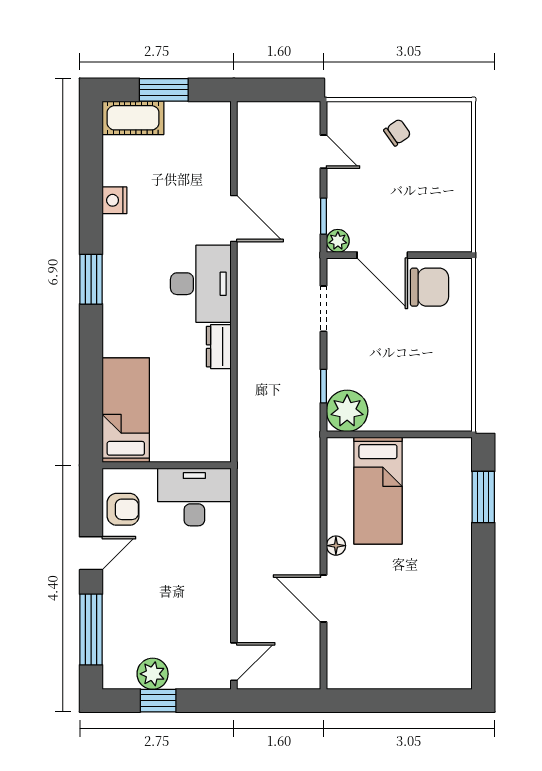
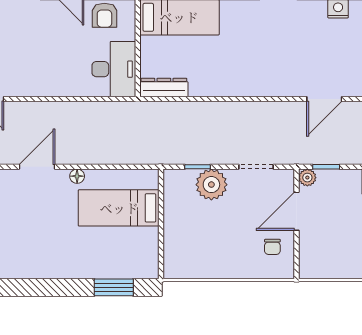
desk: (201, 284) -> (275, 74), removed
chair: (429, 287) -> (272, 247), width x0.54, depth x0.54
dresser: (219, 347) -> (164, 88), moved, width x1.44
plant: (347, 411) -> (211, 185), moved

